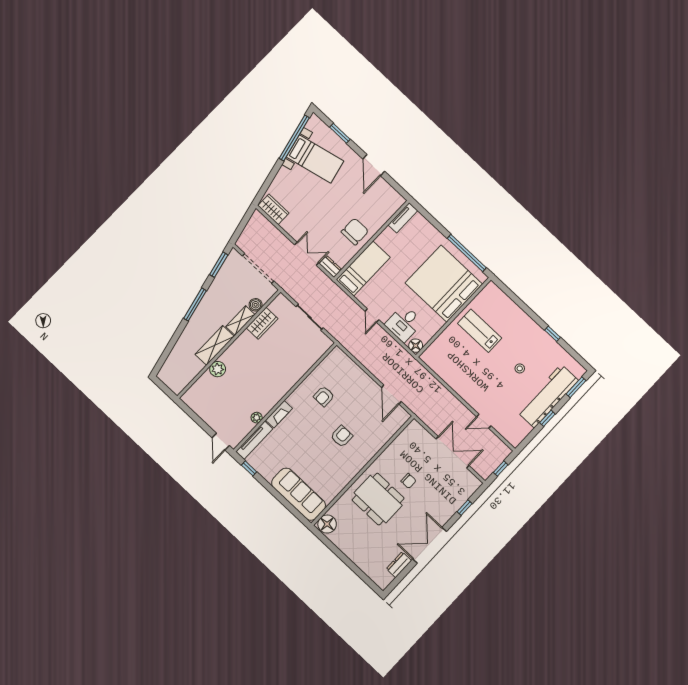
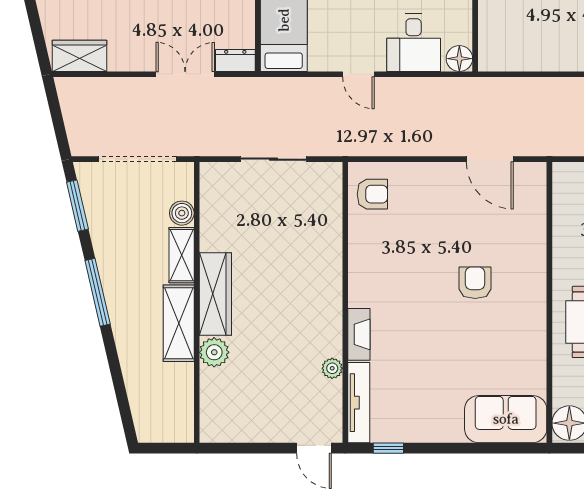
wardrobe: (262, 323) -> (215, 294), moved, width x1.50
armchair: (324, 396) -> (372, 194), moved, turned -90
sofa: (299, 494) -> (506, 419), width x0.73

